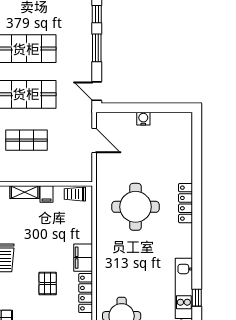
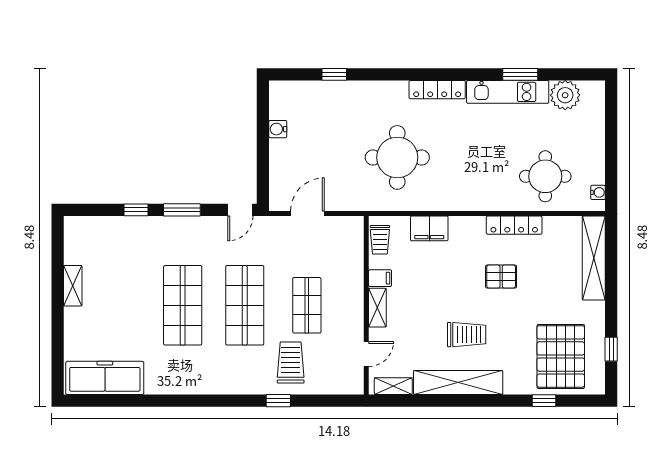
water cooler: (143, 119) -> (278, 129), moved
window: (197, 160) -> (334, 74), added
locker: (186, 203) -> (437, 90), moved
filing cabinet: (83, 258) -> (429, 228), moved
window: (197, 298) -> (520, 74), width x1.50

